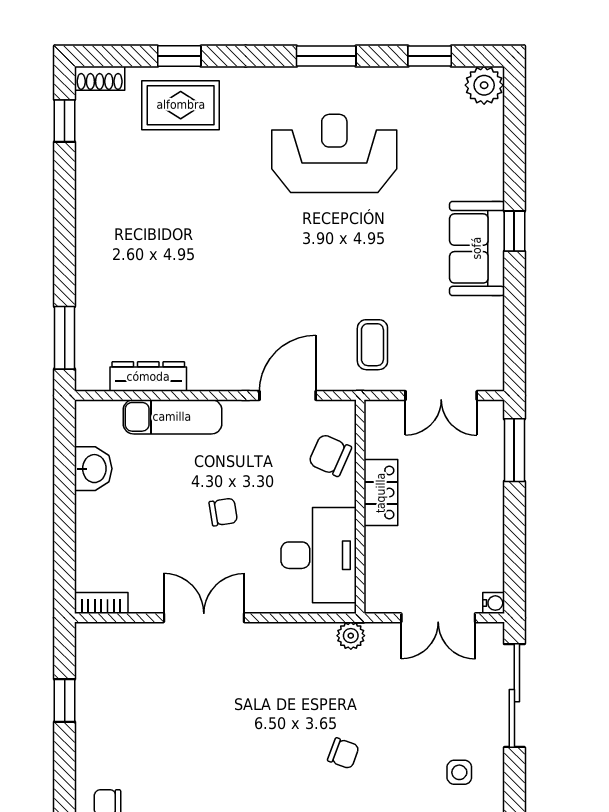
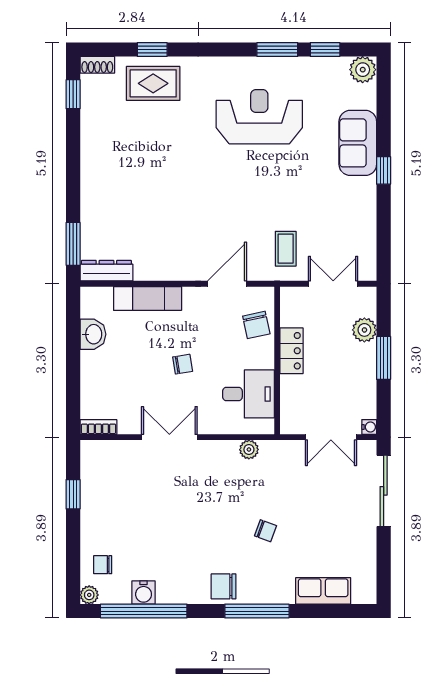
window: (326, 56) -> (277, 50), moved
sofa: (477, 248) -> (358, 143), moved
dresser: (148, 377) -> (106, 271), moved
double door: (441, 396) -> (333, 284), swing flipped
window: (514, 450) -> (384, 358), moved
chair: (330, 455) -> (256, 325), turned -126
plant: (487, 462) -> (364, 330), added
desk: (319, 555) -> (248, 394), width x0.73
plant: (351, 636) -> (249, 450), moved
side table: (459, 772) -> (346, 544), removed

